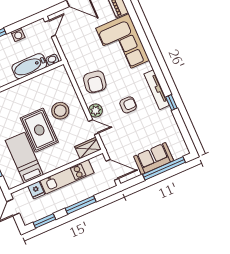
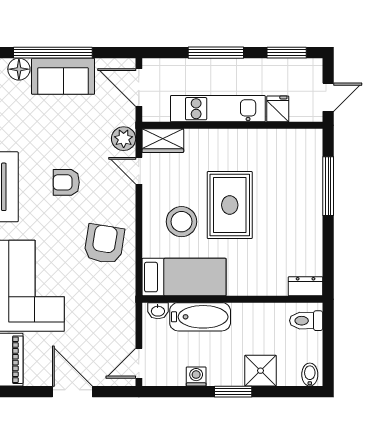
plant: (96, 110) -> (124, 139), moved
floor lamp: (178, 152) -> (19, 69), added
bed: (24, 158) -> (184, 277), moved, turned -90

